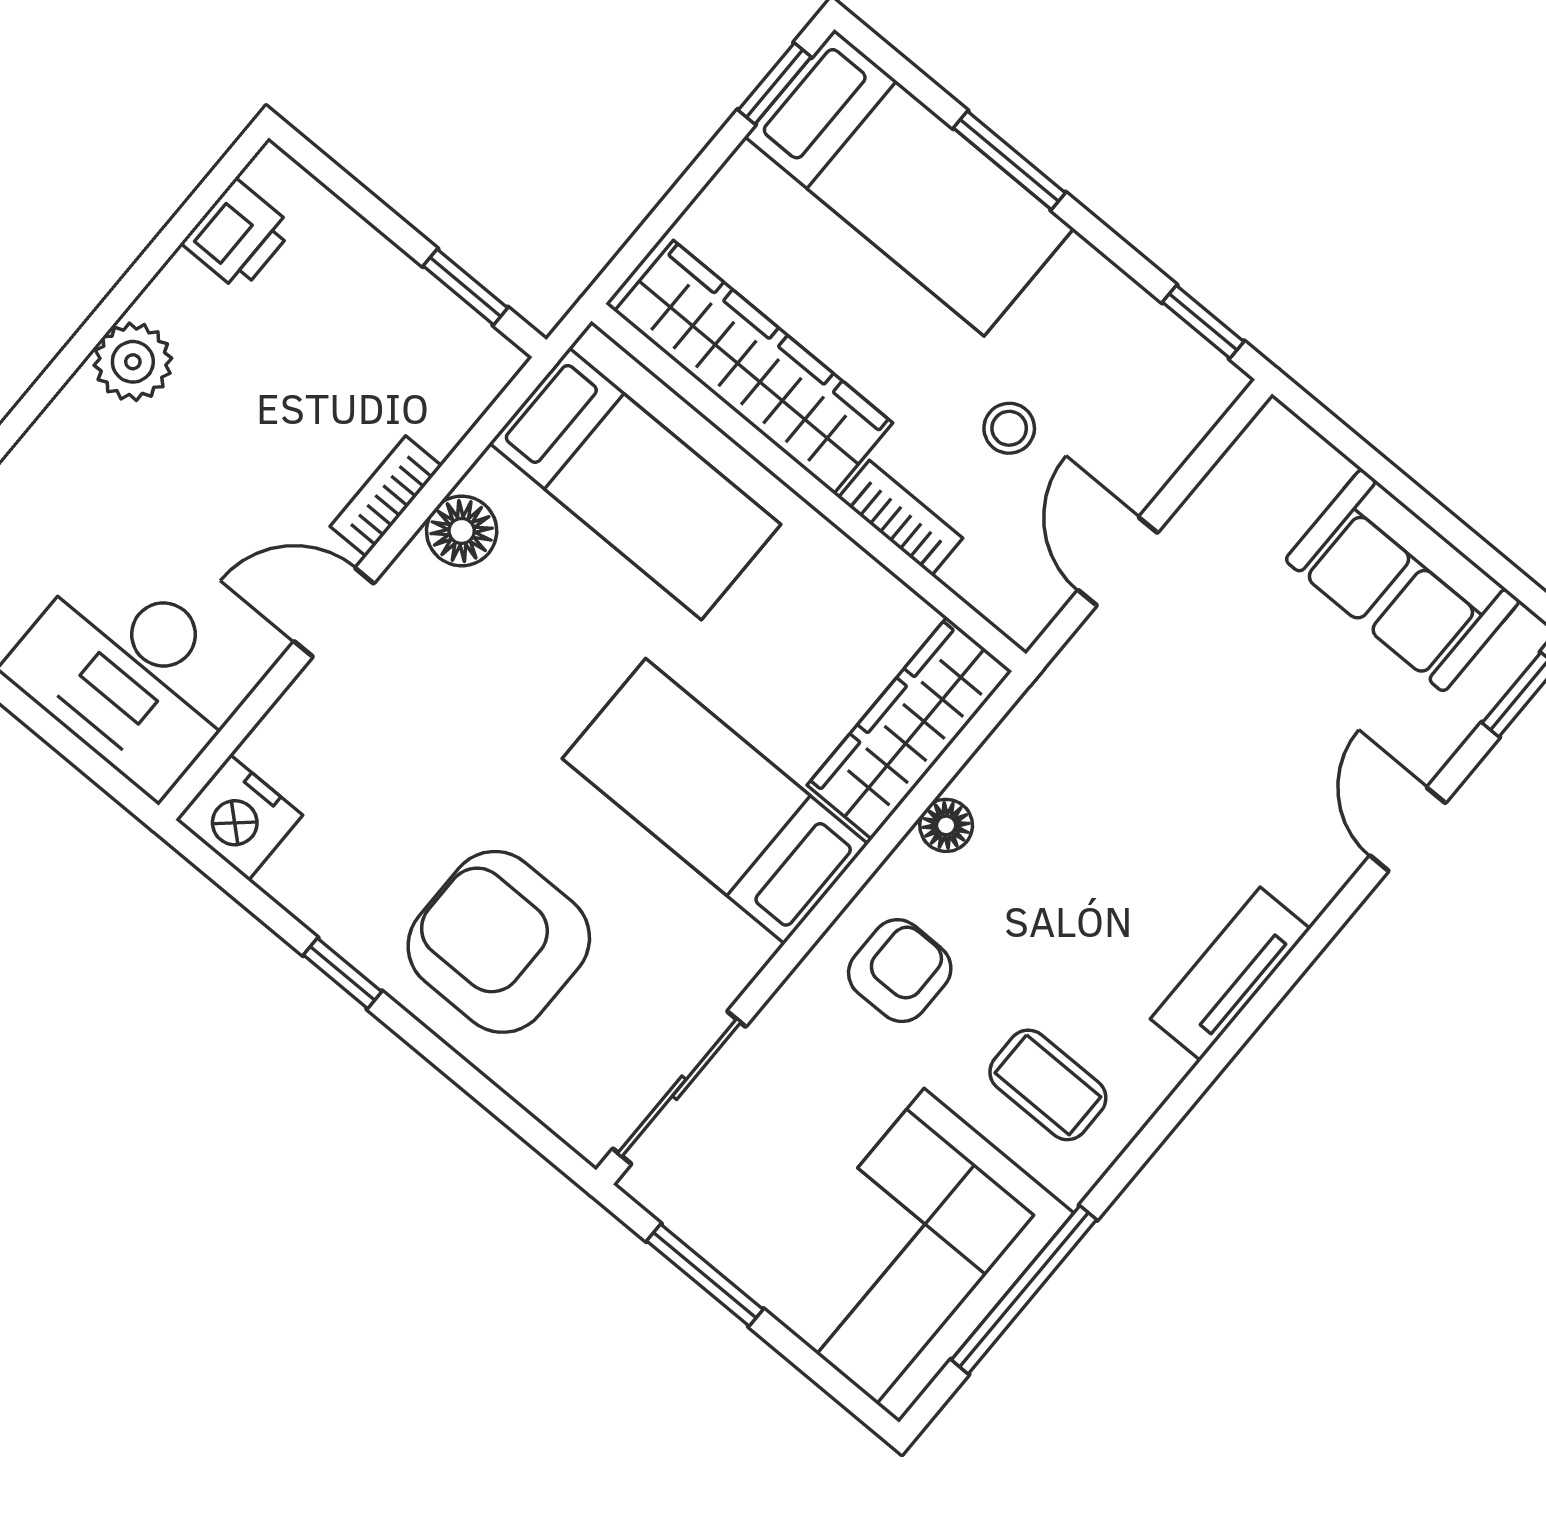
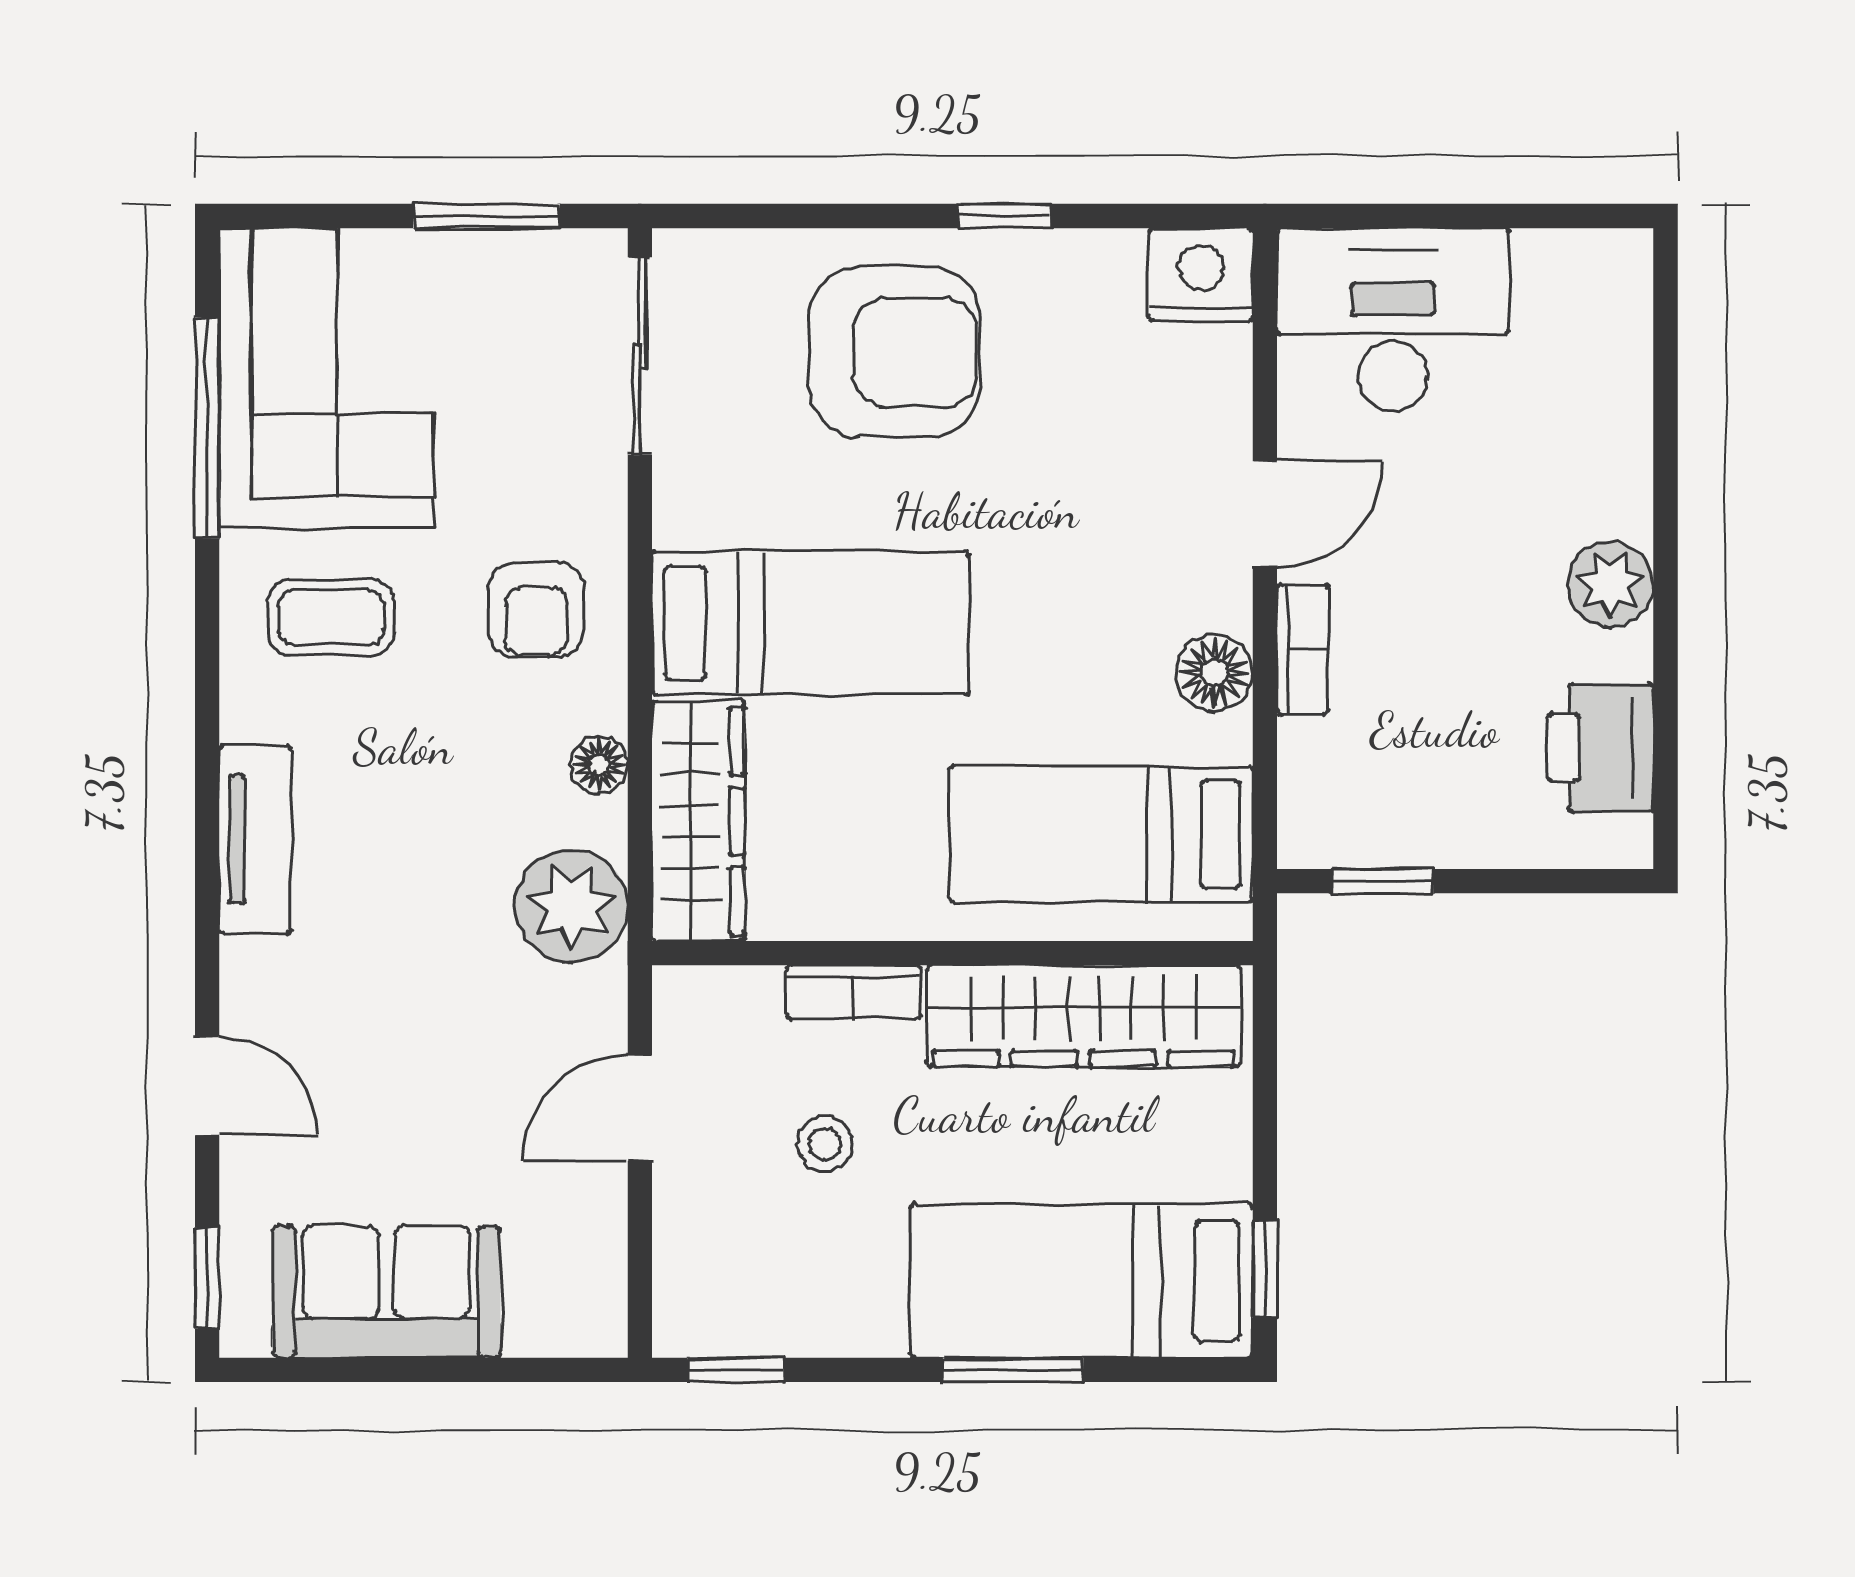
printer: (238, 235) -> (1600, 748), width x1.36, depth x1.24
door: (1118, 561) -> (640, 1108), swing flipped
plant: (1048, 743) -> (571, 906), added

